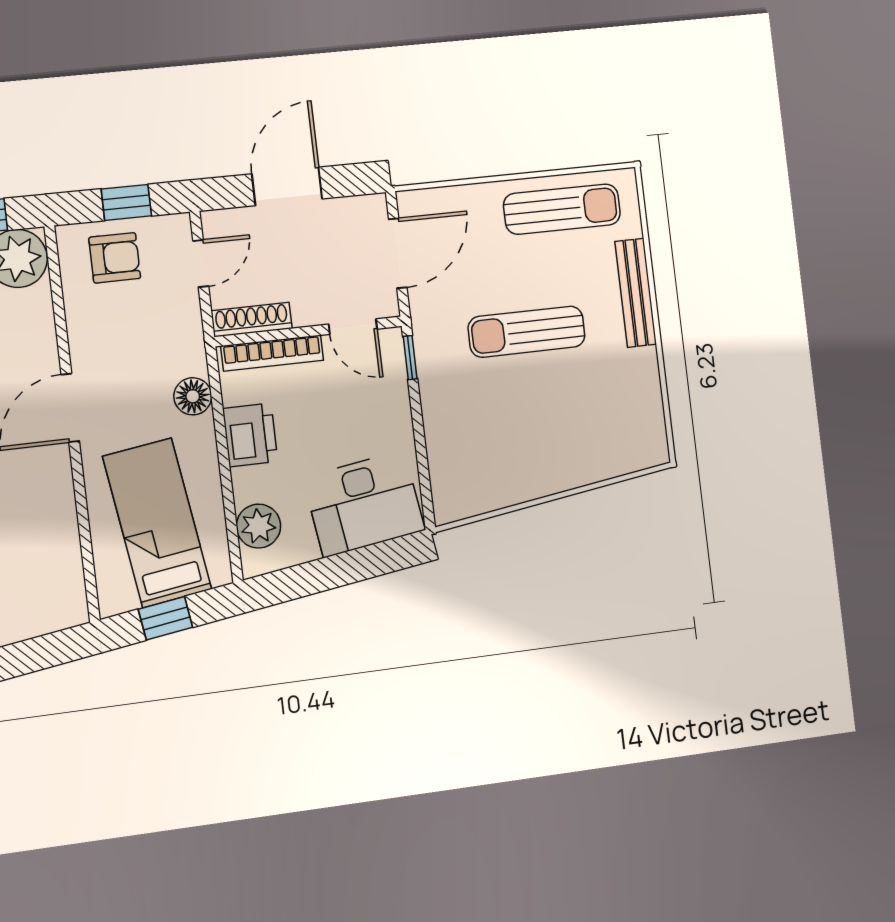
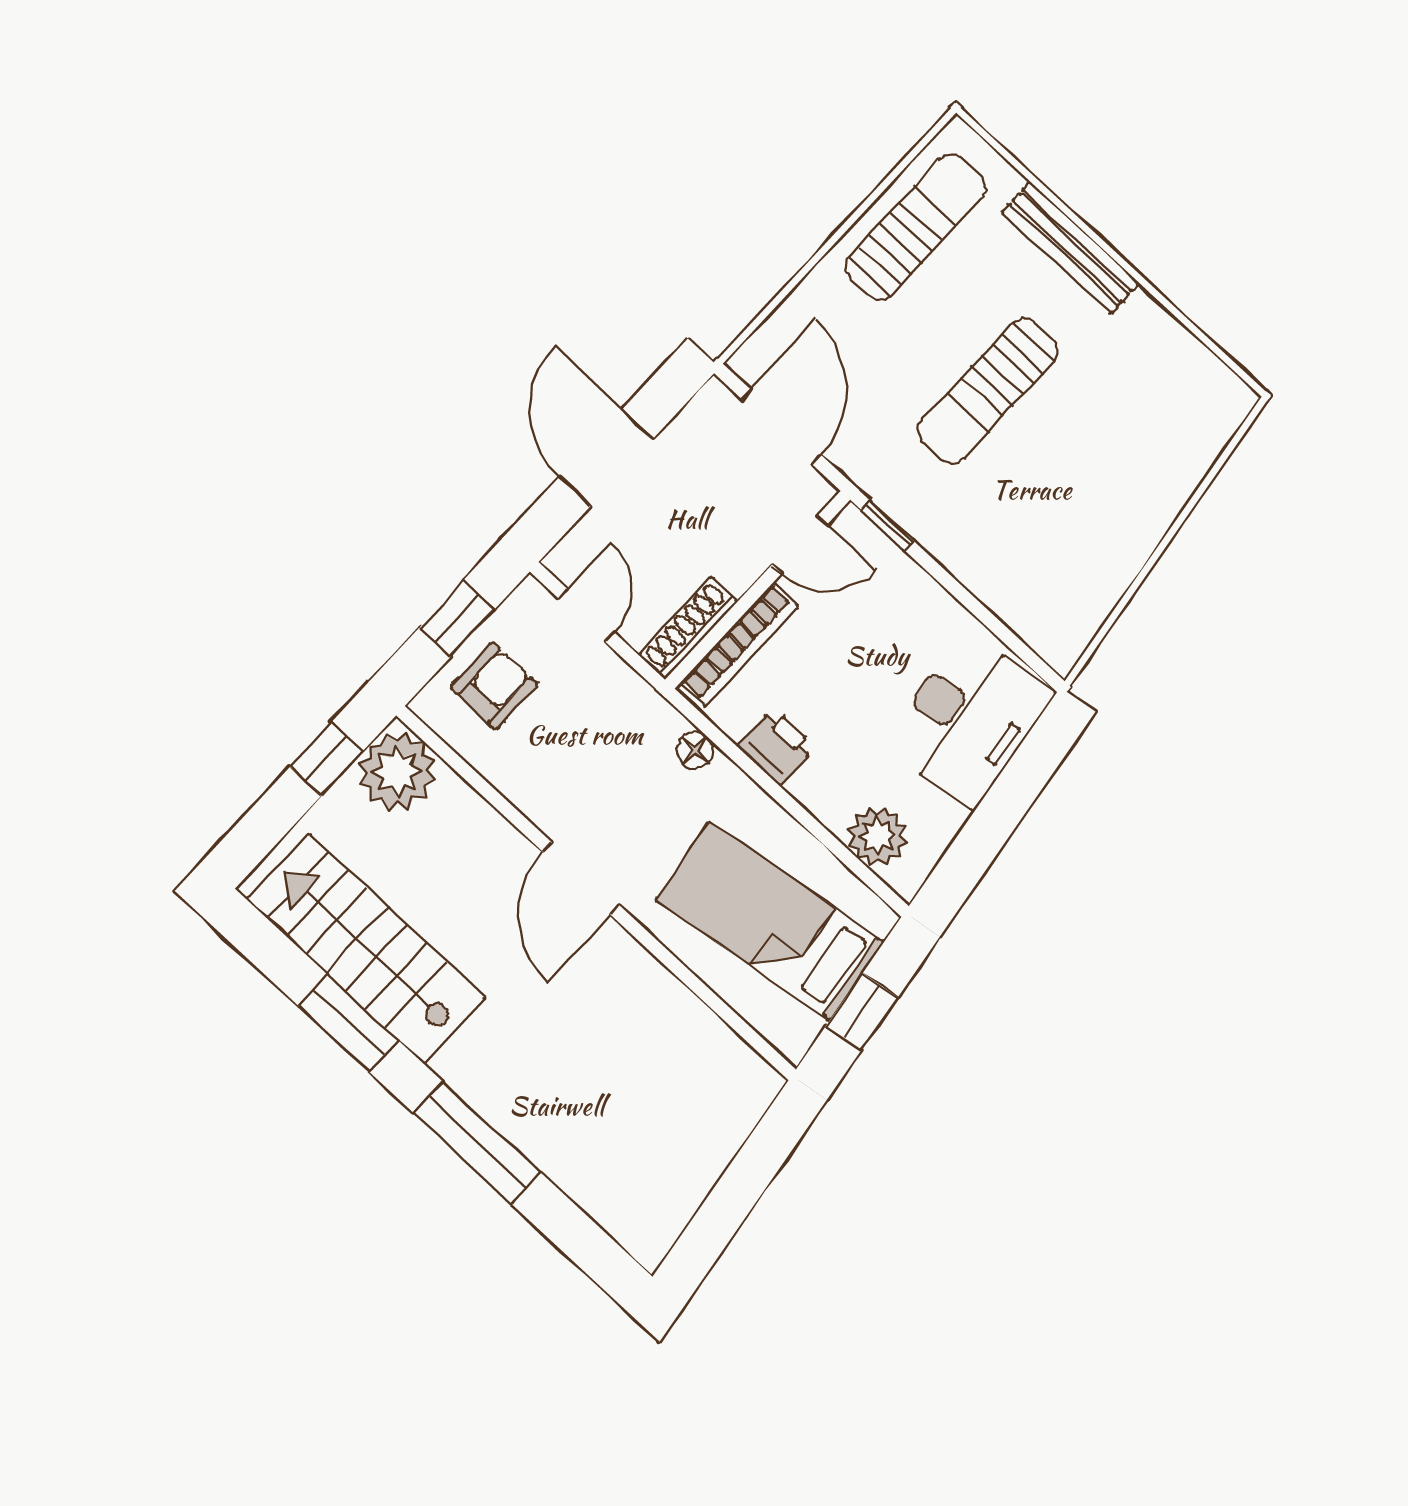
floor lamp: (193, 396) -> (695, 750), width x0.73, depth x0.73
printer: (250, 435) -> (776, 747), width x0.73, depth x0.81

